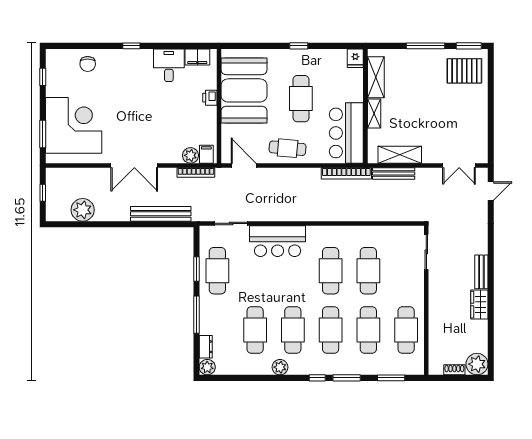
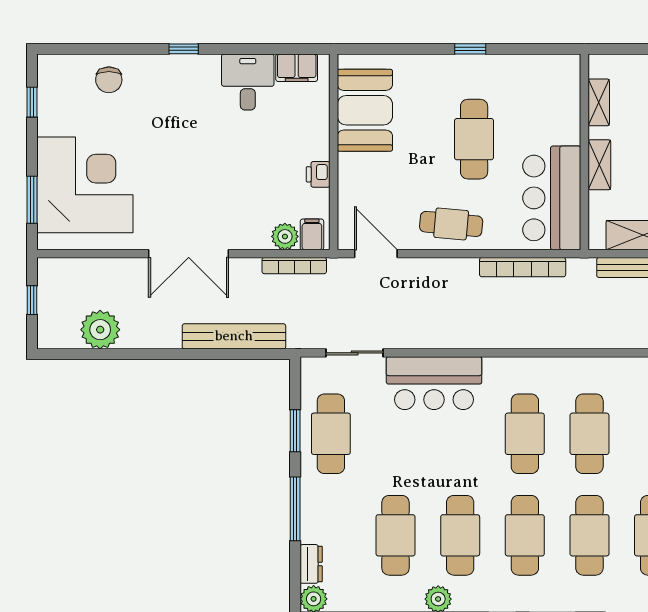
fridge: (355, 58) -> (567, 70), removed
shelving: (376, 77) -> (599, 102), width x0.67, depth x0.75
booth: (244, 90) -> (365, 110), width x0.73, depth x0.70
printer: (210, 98) -> (318, 174), moved
bookcase: (346, 173) -> (523, 267), moved

